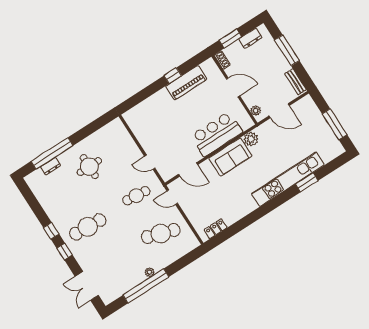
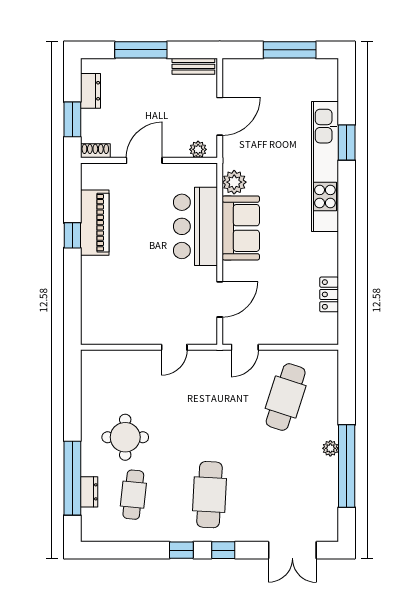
cafe table: (136, 196) -> (133, 495), moved
locker: (216, 229) -> (329, 294), moved

